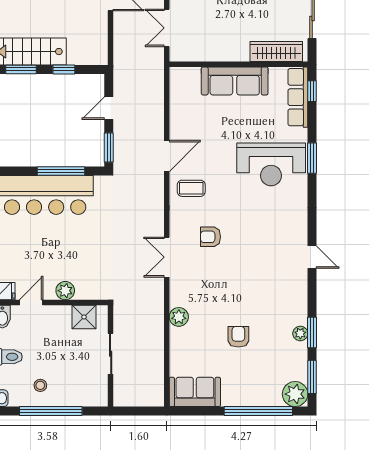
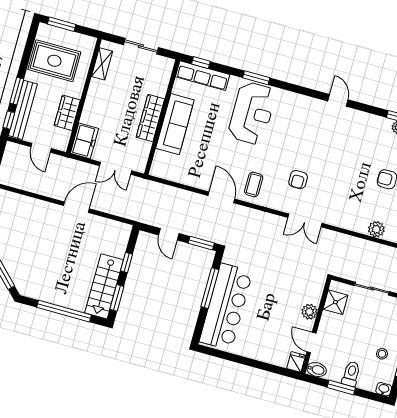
wardrobe: (276, 51) -> (150, 118), moved
door: (312, 257) -> (338, 100), hinge flipped
plant: (179, 317) -> (376, 229), moved

